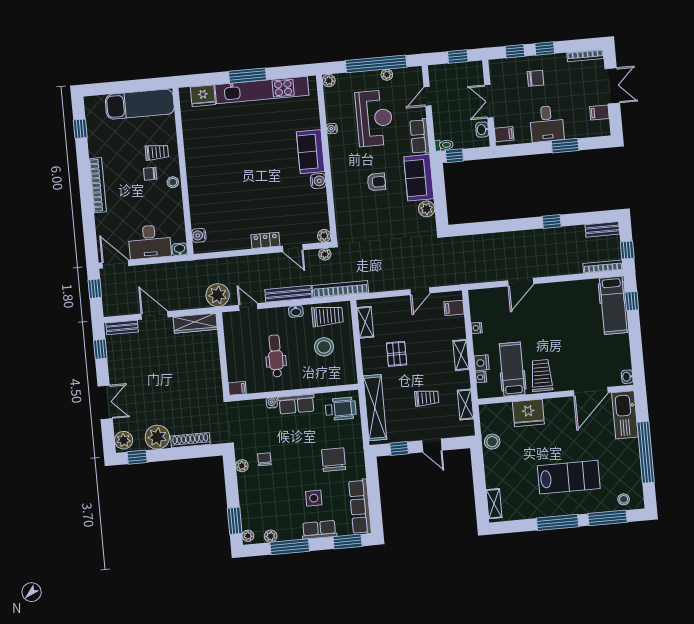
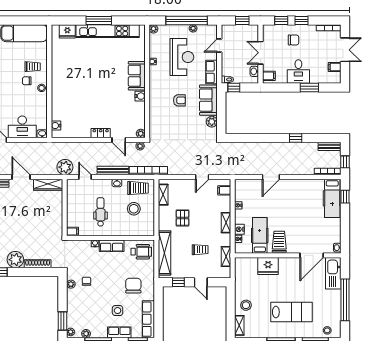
stool: (492, 442) -> (246, 305), moved

